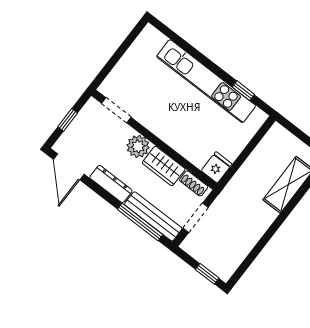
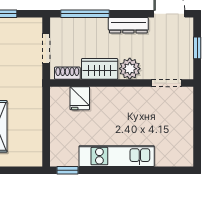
kitchen unit: (206, 81) -> (117, 156), width x0.73
window: (243, 91) -> (68, 170), moved
fridge: (217, 167) -> (80, 98), moved
bench: (153, 216) -> (78, 25), removed

